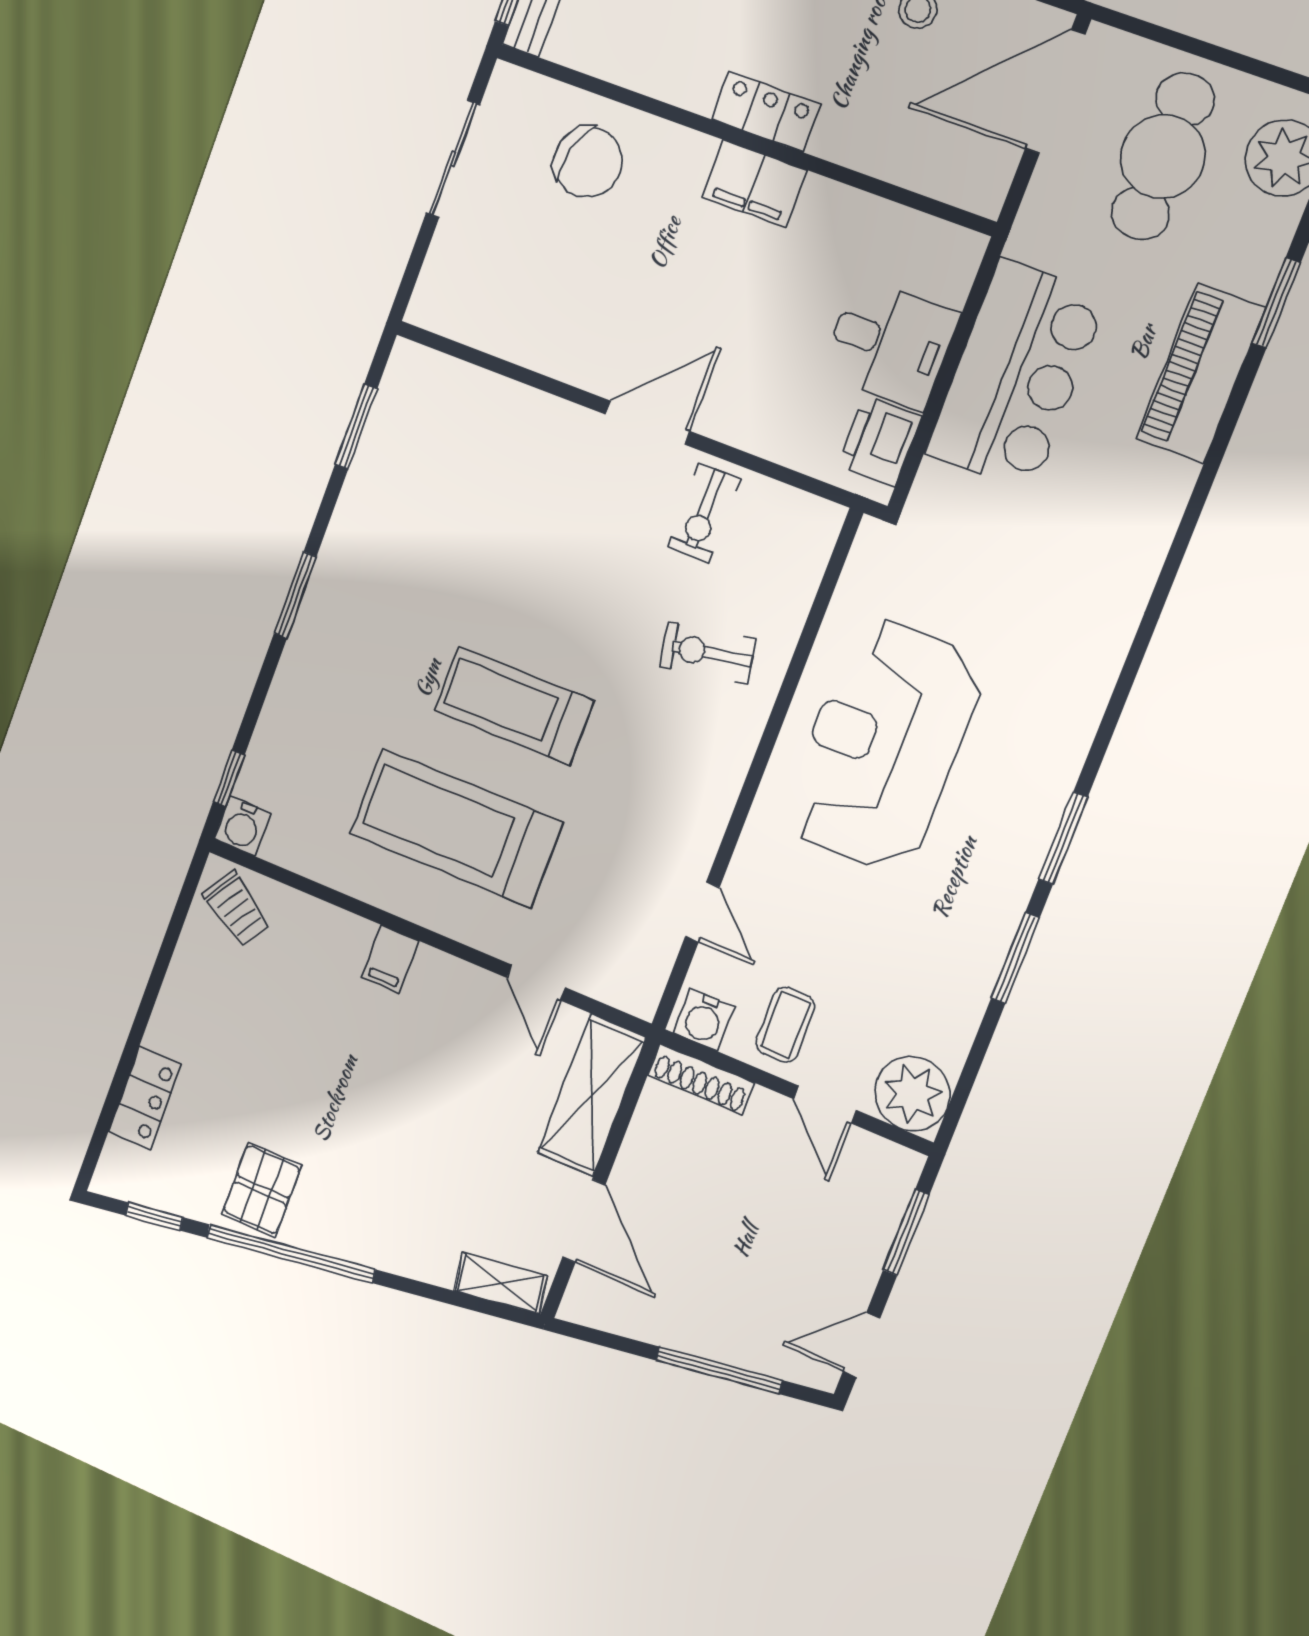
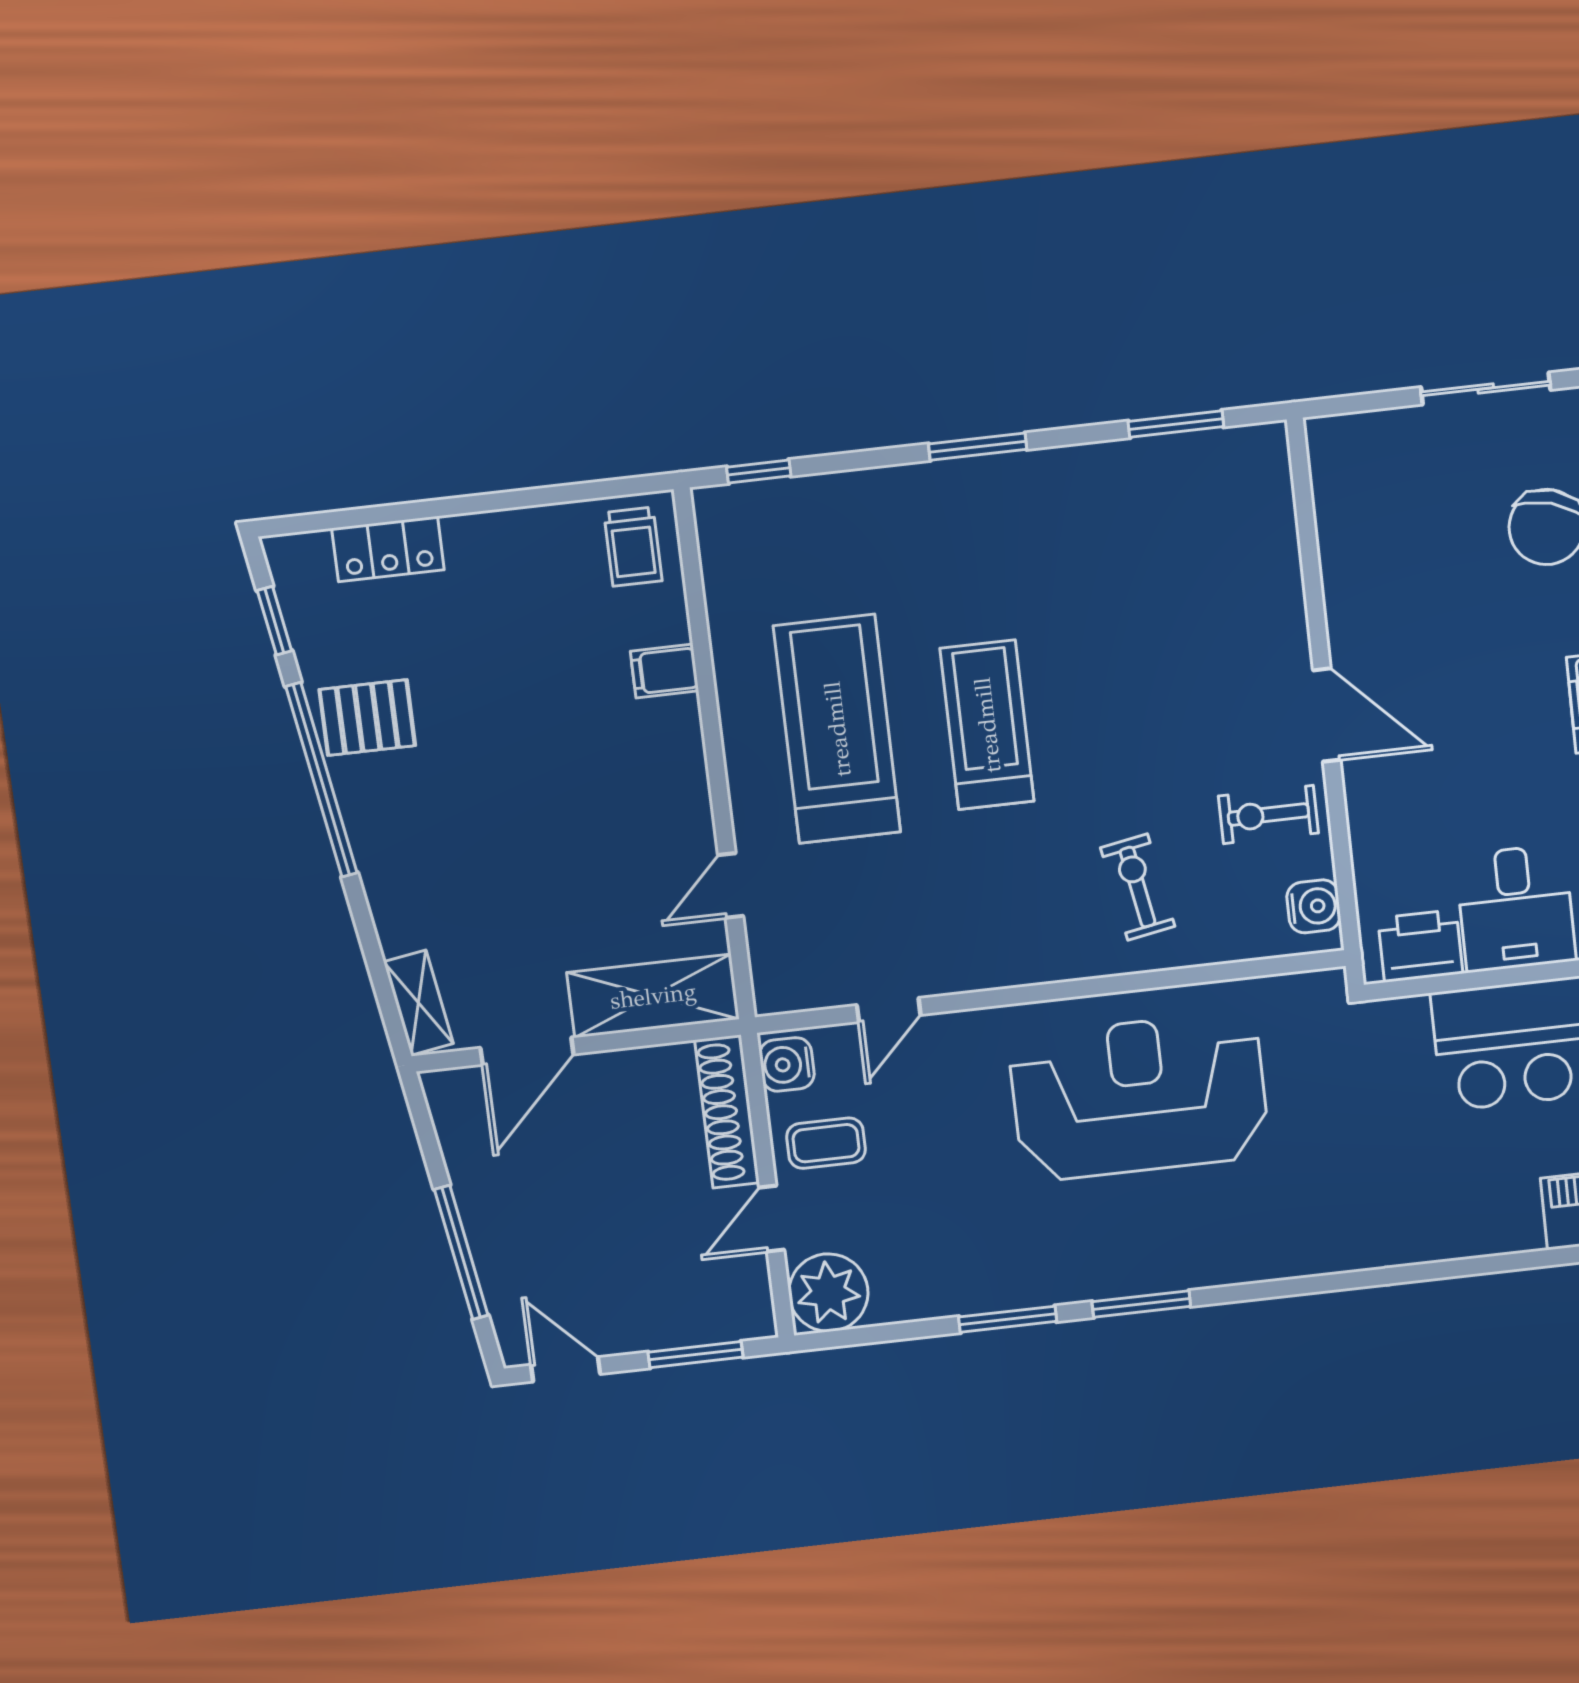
water cooler: (242, 826) -> (1314, 906), moved, turned 180
trolley: (237, 909) -> (633, 547), turned -33
filing cabinet: (390, 959) -> (665, 671), moved
shoe rack: (701, 1079) -> (727, 1112), width x1.36, depth x1.24

